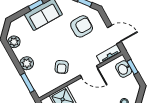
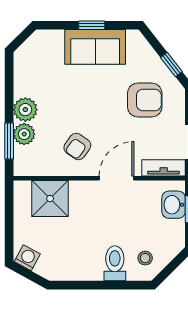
plant: (14, 42) -> (24, 134), moved
door: (89, 72) -> (116, 178), swing flipped

